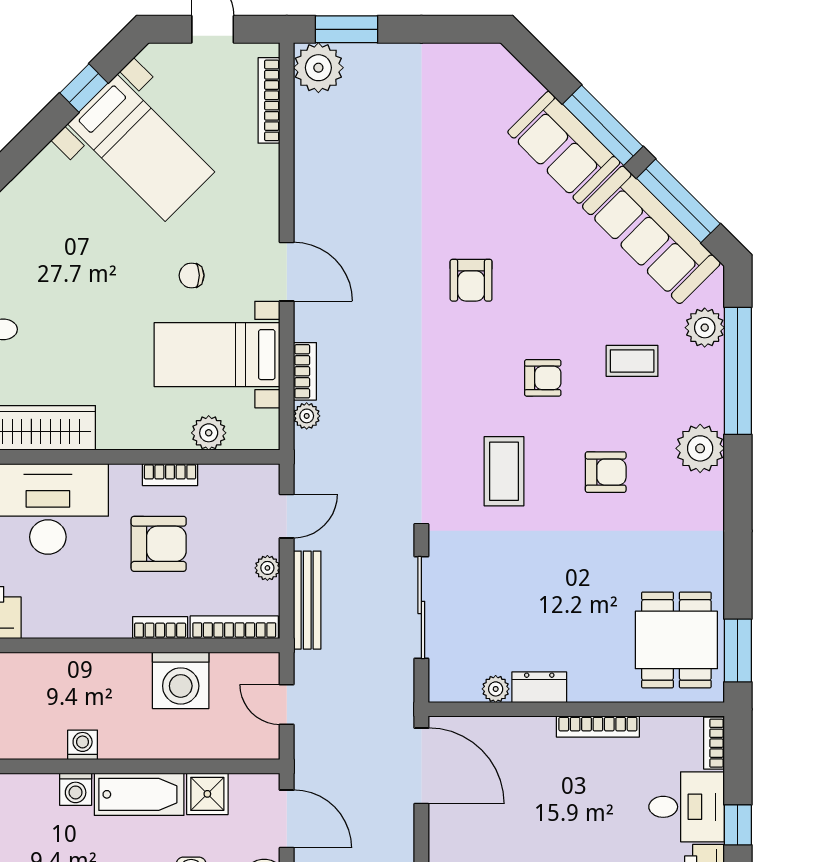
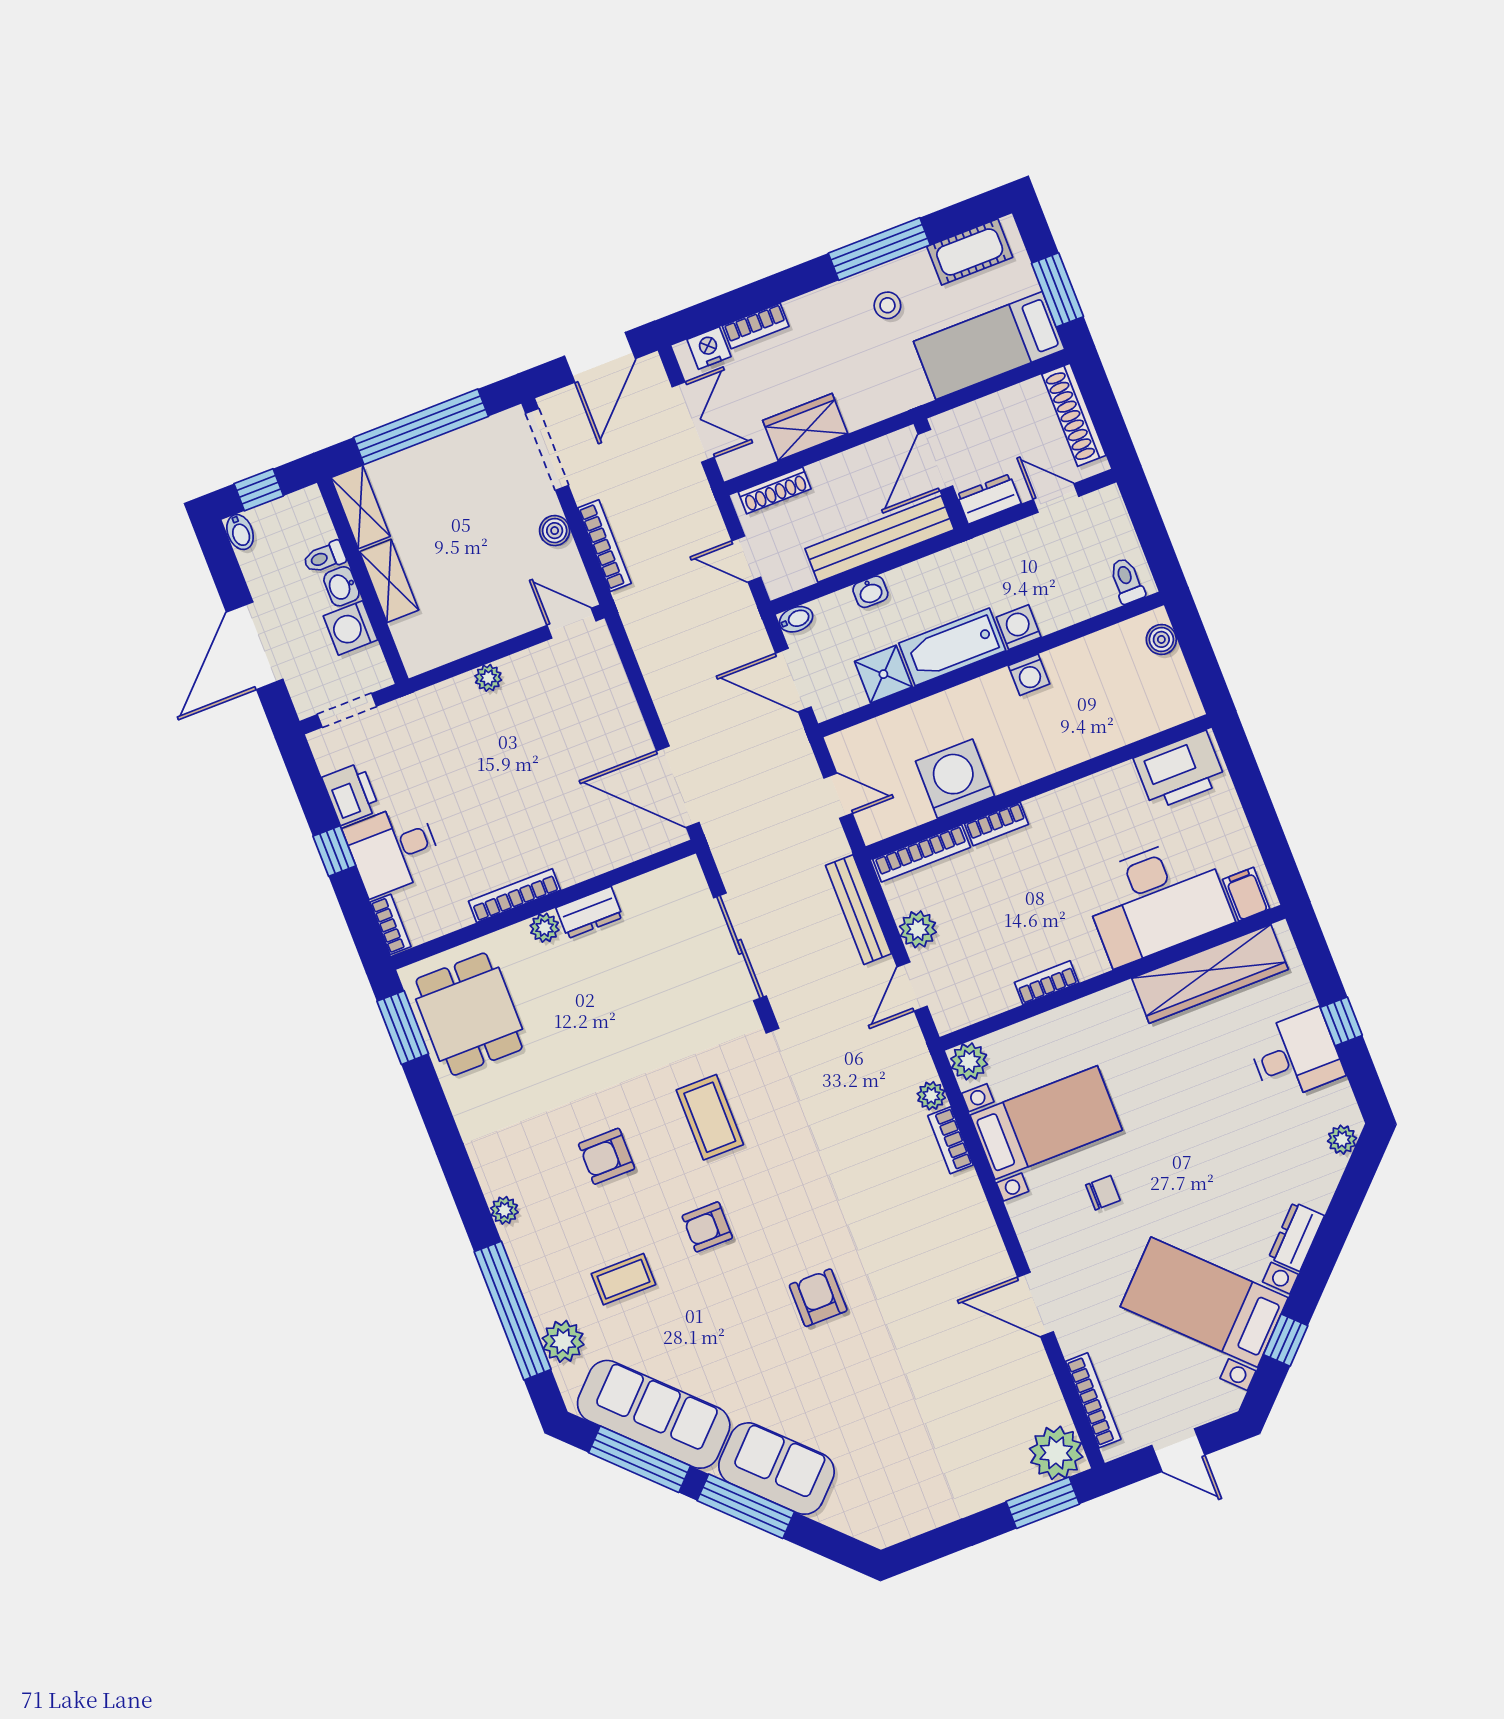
dresser: (40, 173) -> (1296, 1237), added
door: (287, 272) -> (1035, 1304), moved
plant: (209, 433) -> (969, 1061), moved
plant: (700, 448) -> (504, 1210), width x0.53, depth x0.53
armchair: (159, 544) -> (1031, 908), removed
plant: (267, 568) -> (918, 929), width x1.38, depth x1.38
plant: (496, 689) -> (545, 928), moved

